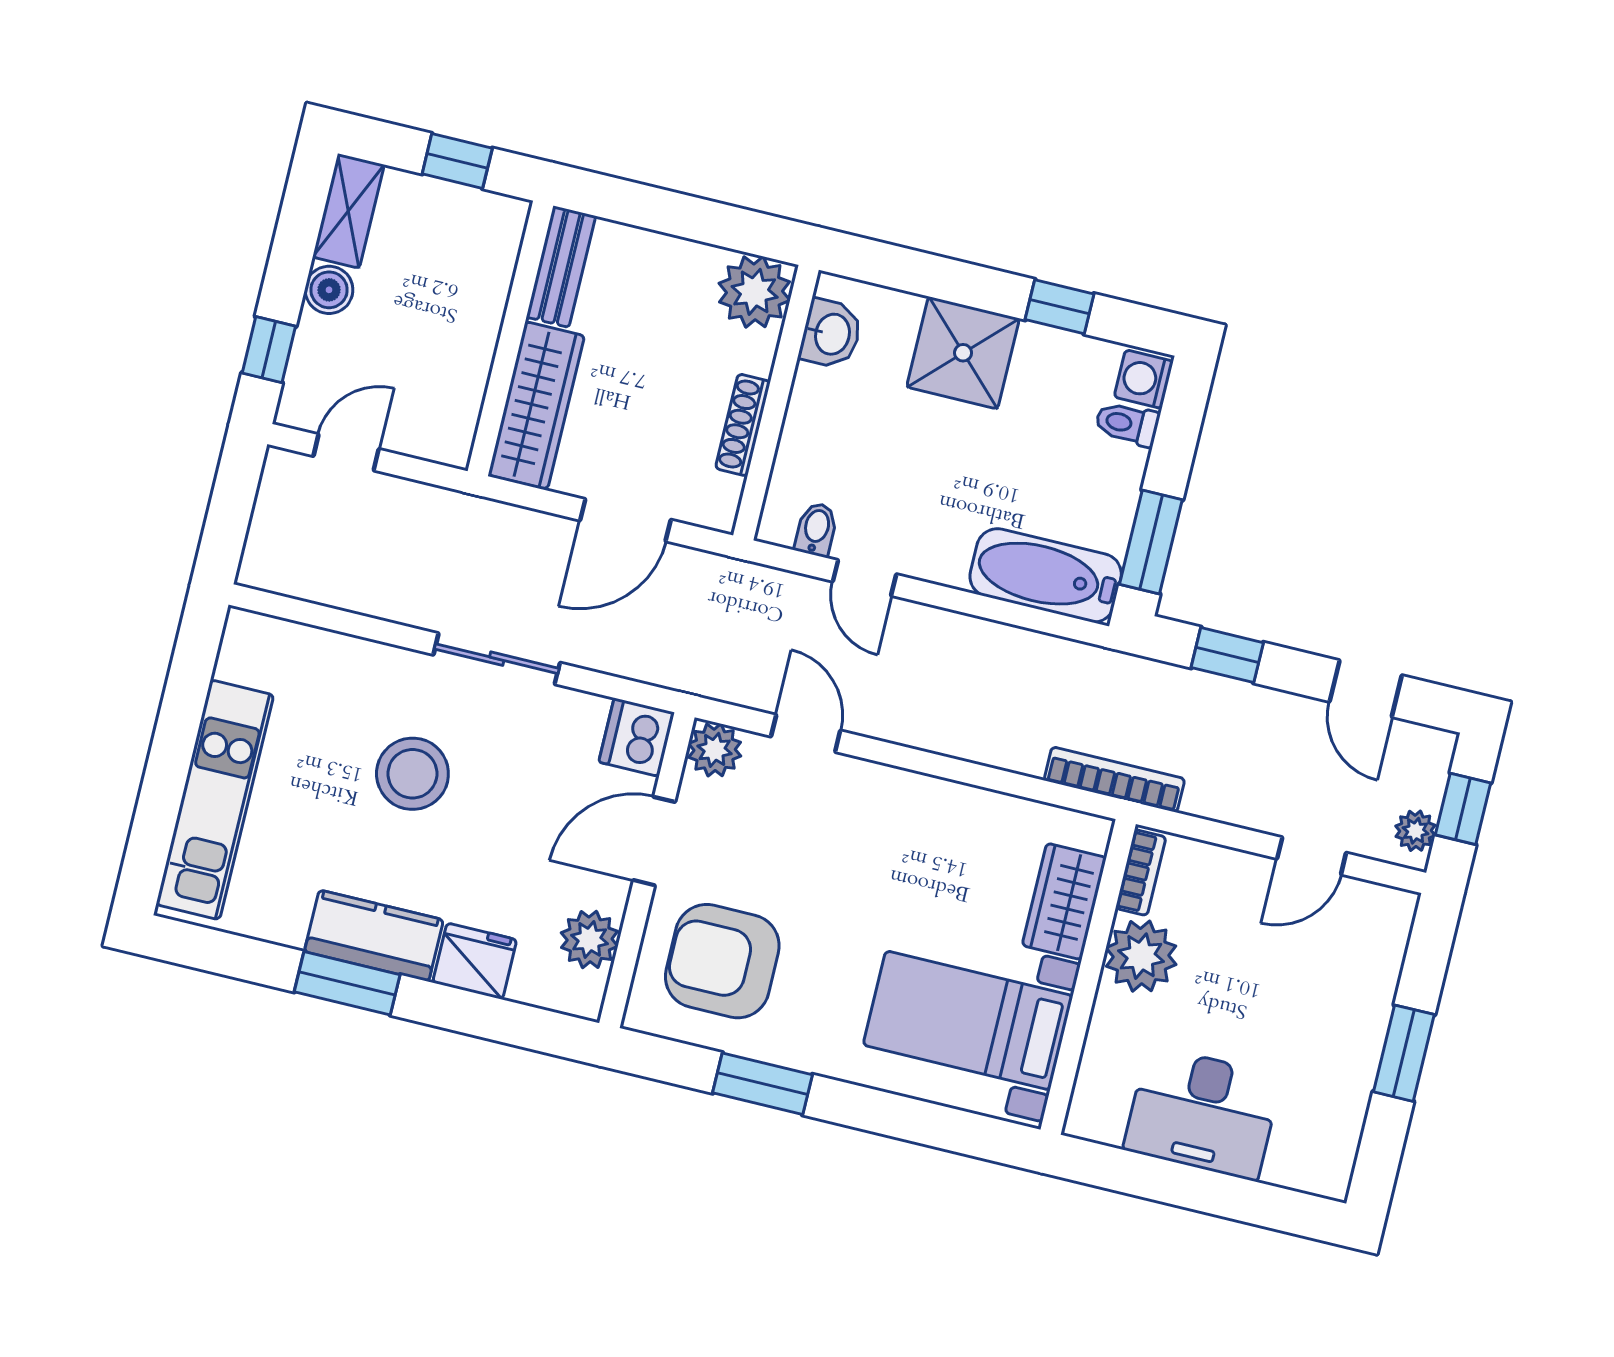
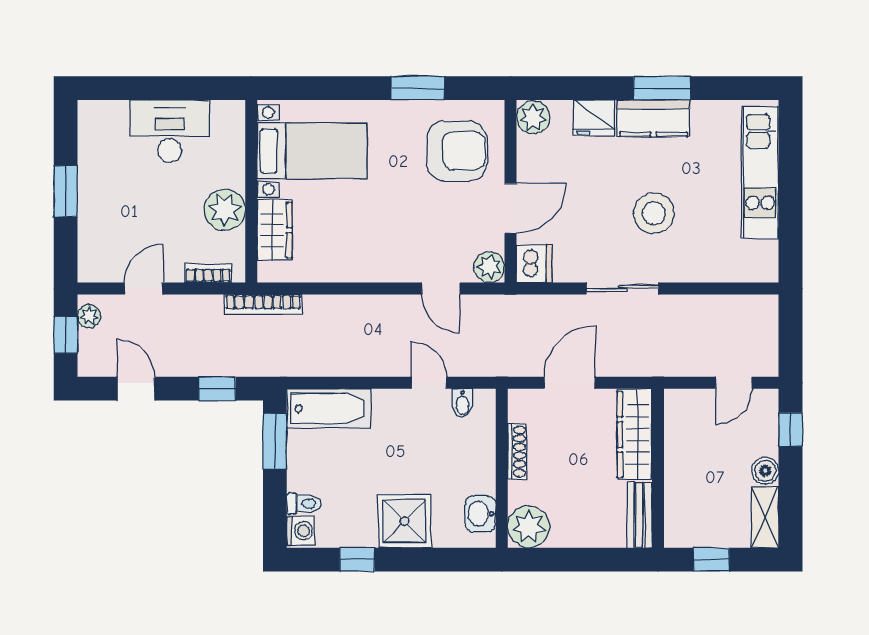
bookcase: (1141, 873) -> (208, 273), moved, turned 90
plant: (590, 939) -> (533, 117), moved

